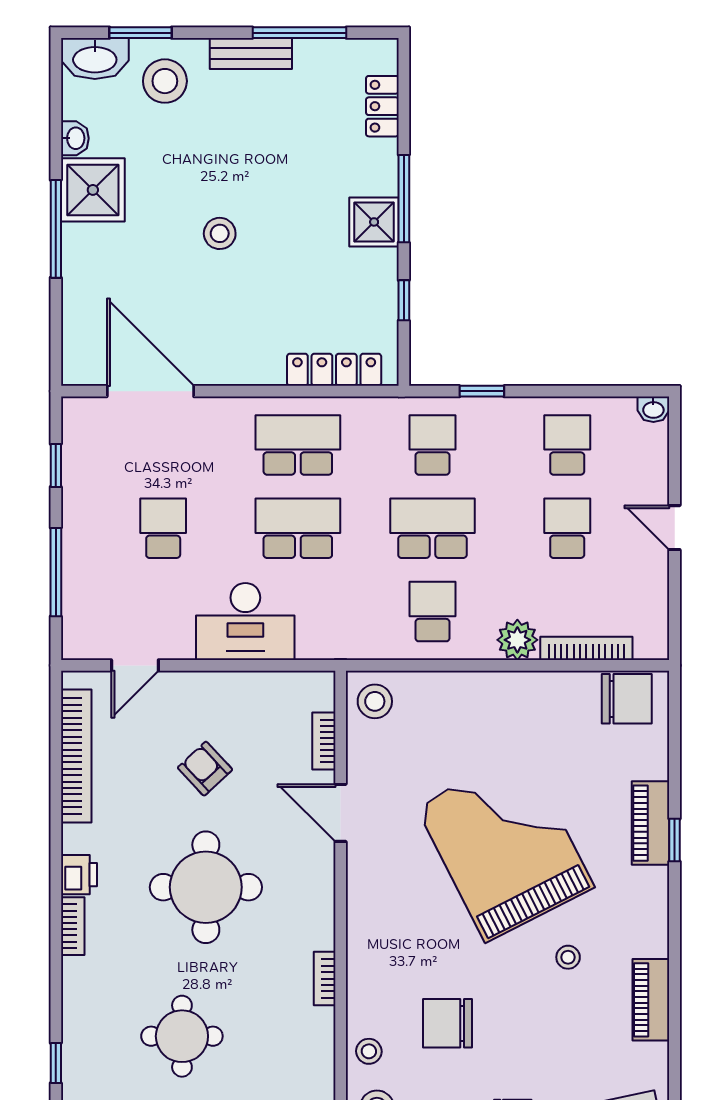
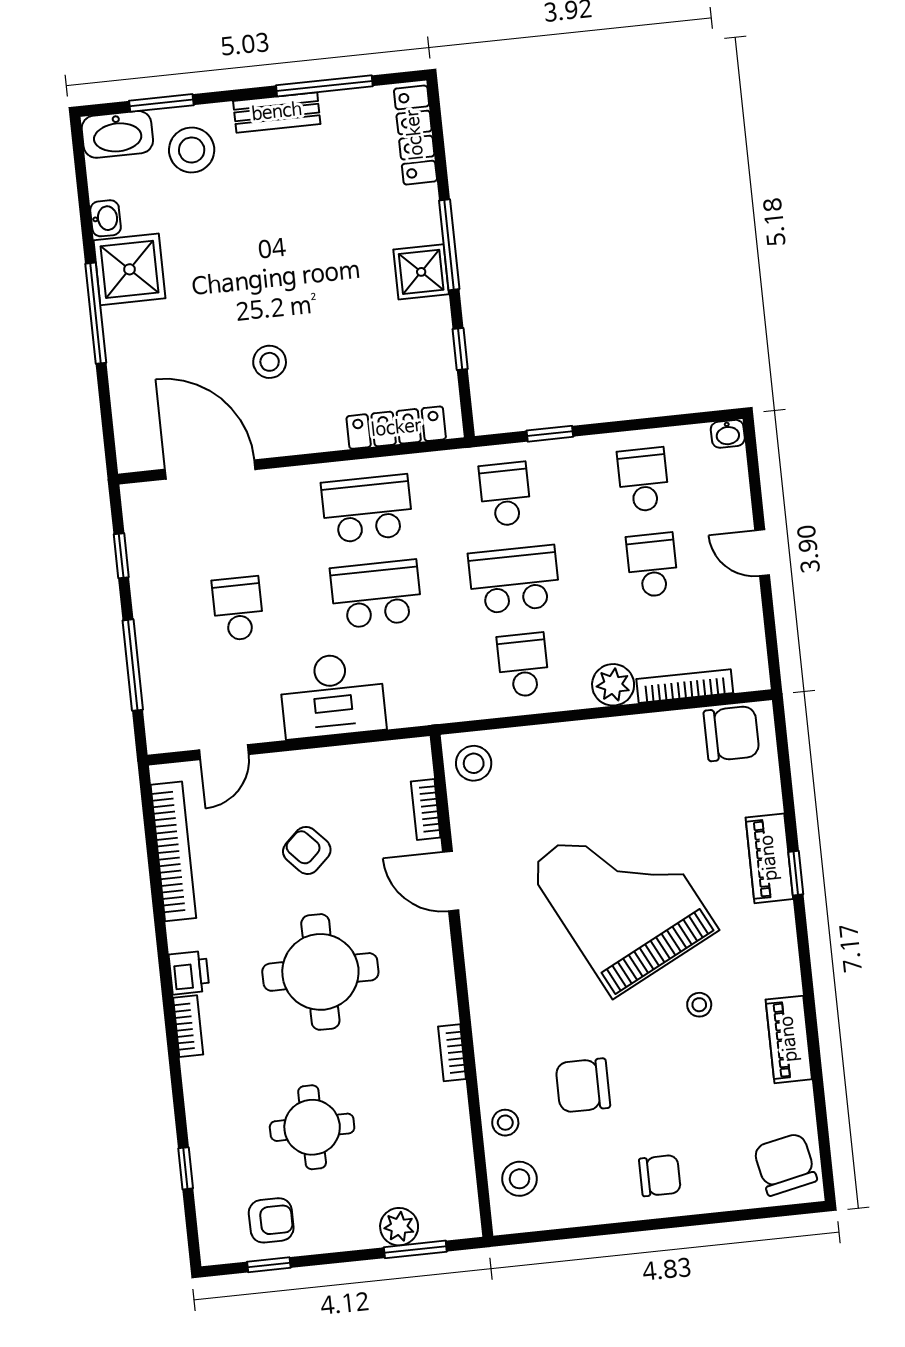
locker: (382, 106) -> (415, 135), width x1.53
stool: (220, 233) -> (270, 362), moved

